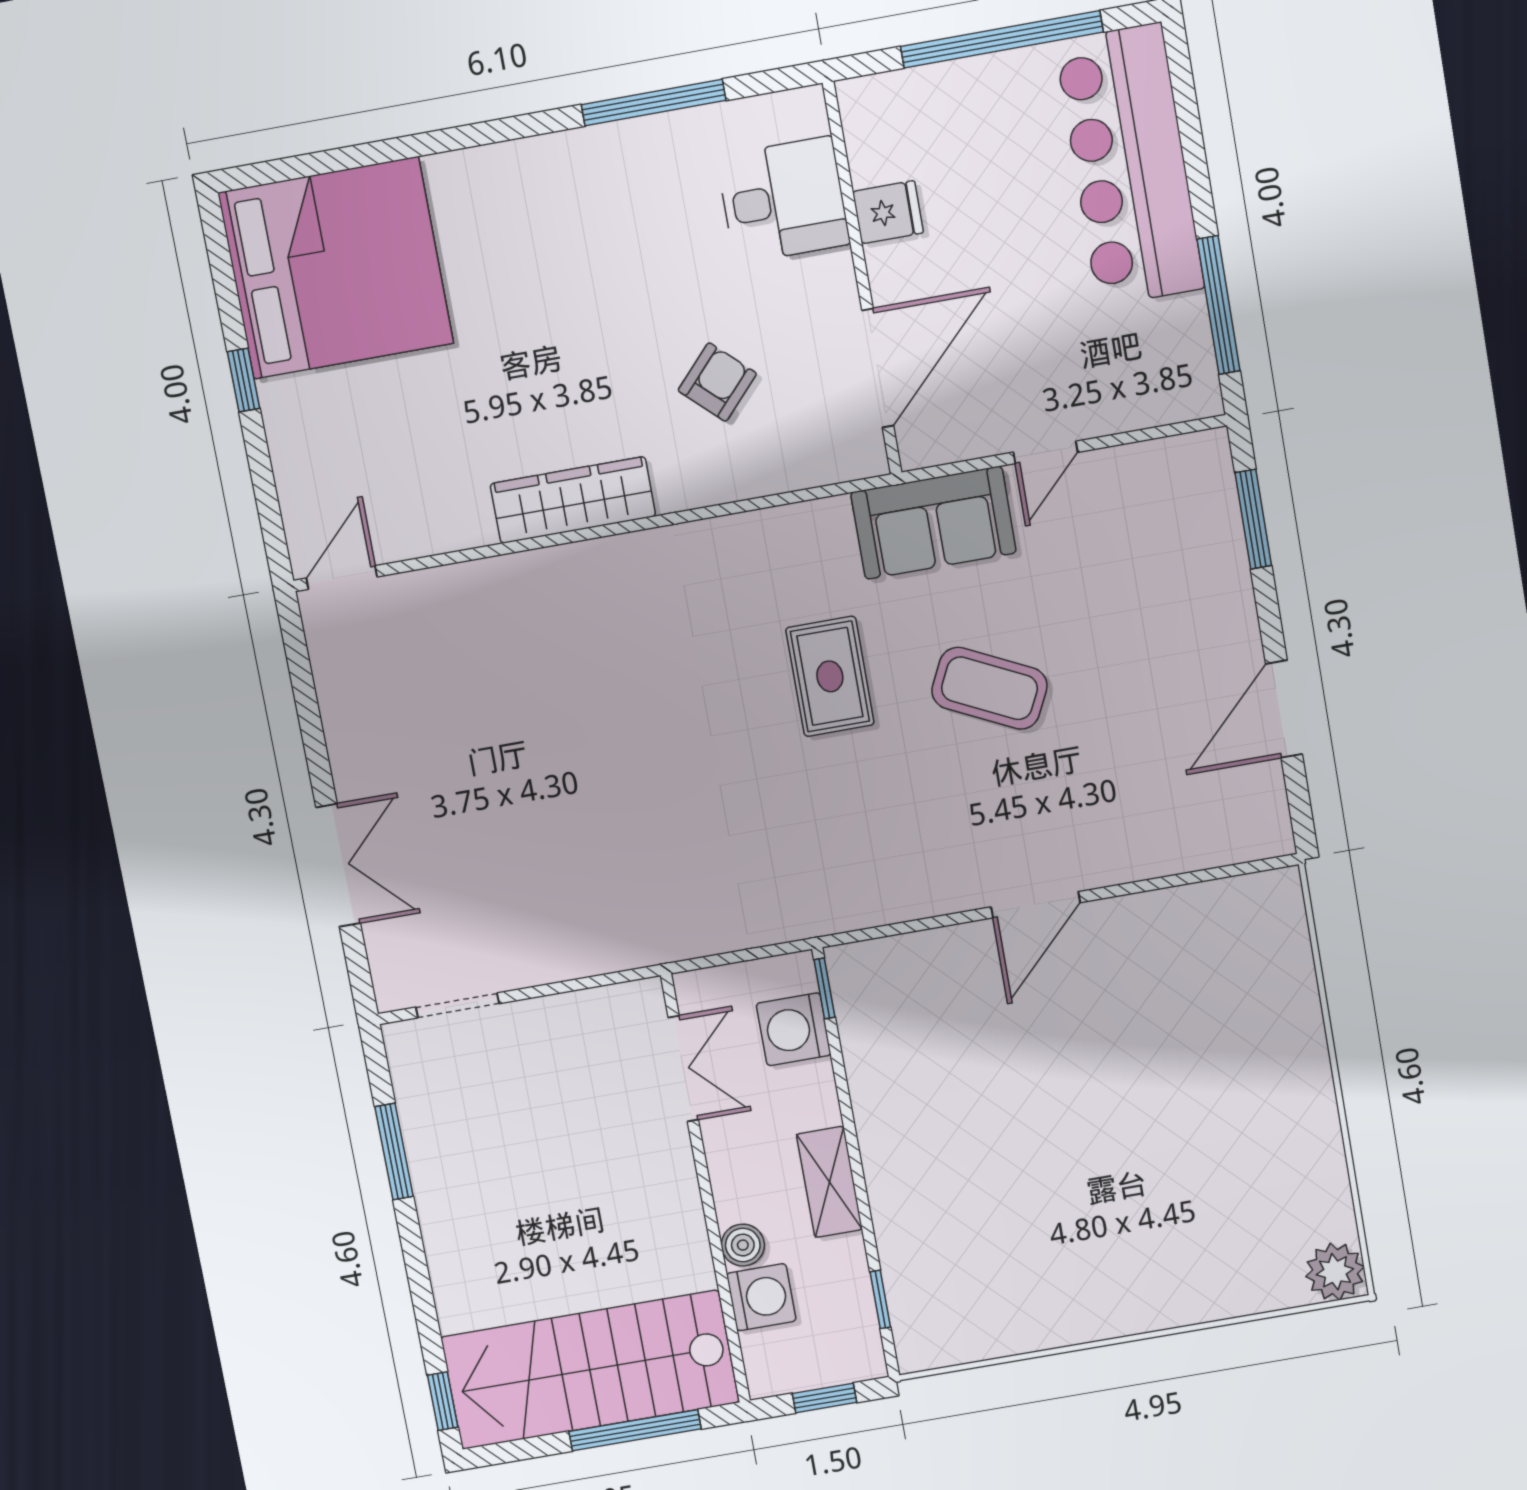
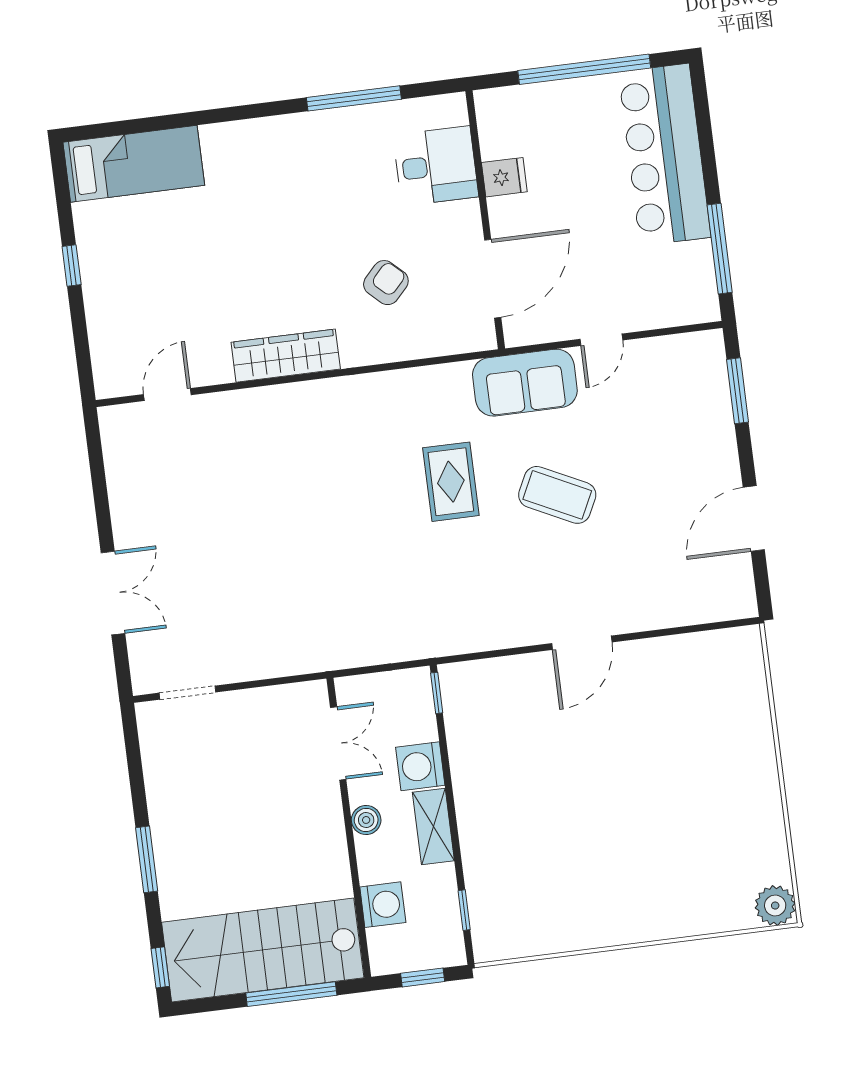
bed: (336, 268) -> (134, 164), width x0.49
door: (342, 577) -> (167, 395), moved
washing machine: (794, 1029) -> (420, 766), moved
window: (394, 1152) -> (147, 859), moved
boiler: (743, 1245) -> (366, 820), moved

